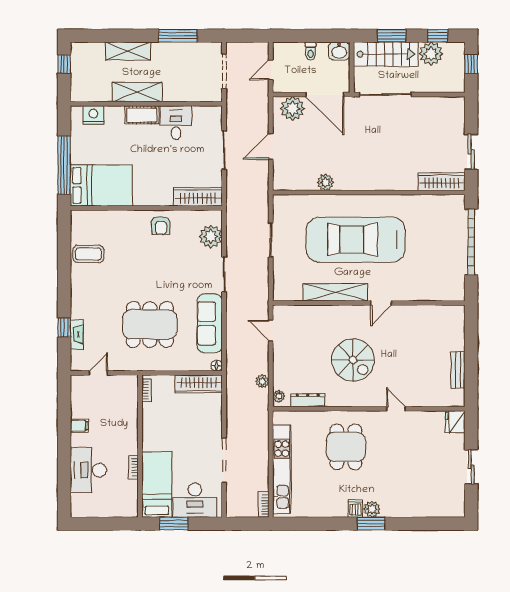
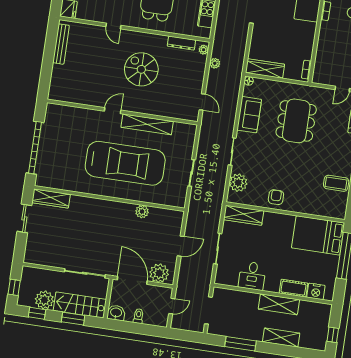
cot: (142, 115) -> (293, 288), moved
sofa: (210, 323) -> (249, 115), width x0.73
dining table: (150, 324) -> (296, 121), turned 90
bench: (458, 370) -> (61, 44), width x1.36

